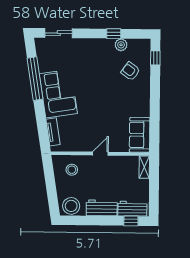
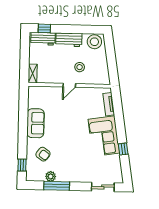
window: (114, 34) -> (57, 186), width x2.17
window: (35, 79) -> (123, 149), width x0.32
sofa: (140, 135) -> (36, 123), moved
stool: (72, 170) -> (80, 67), moved

